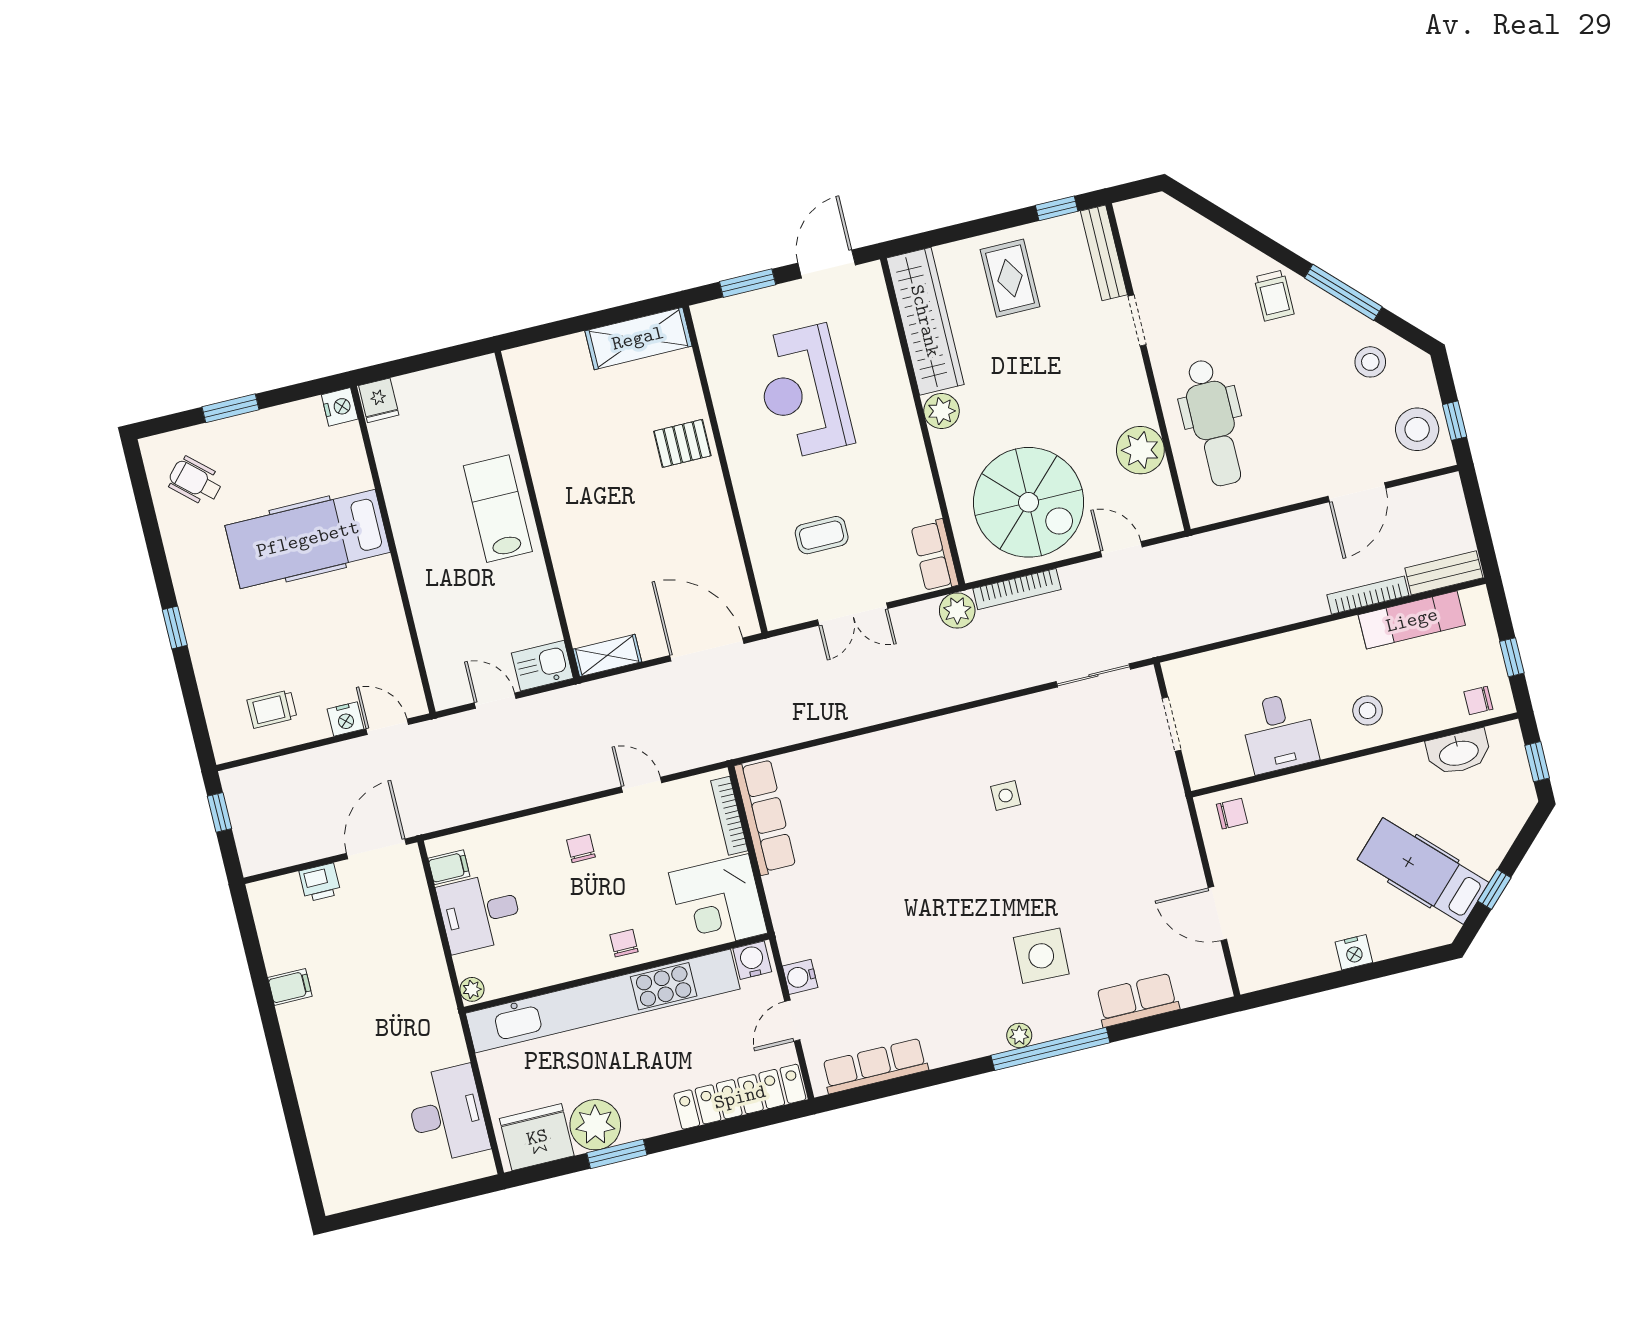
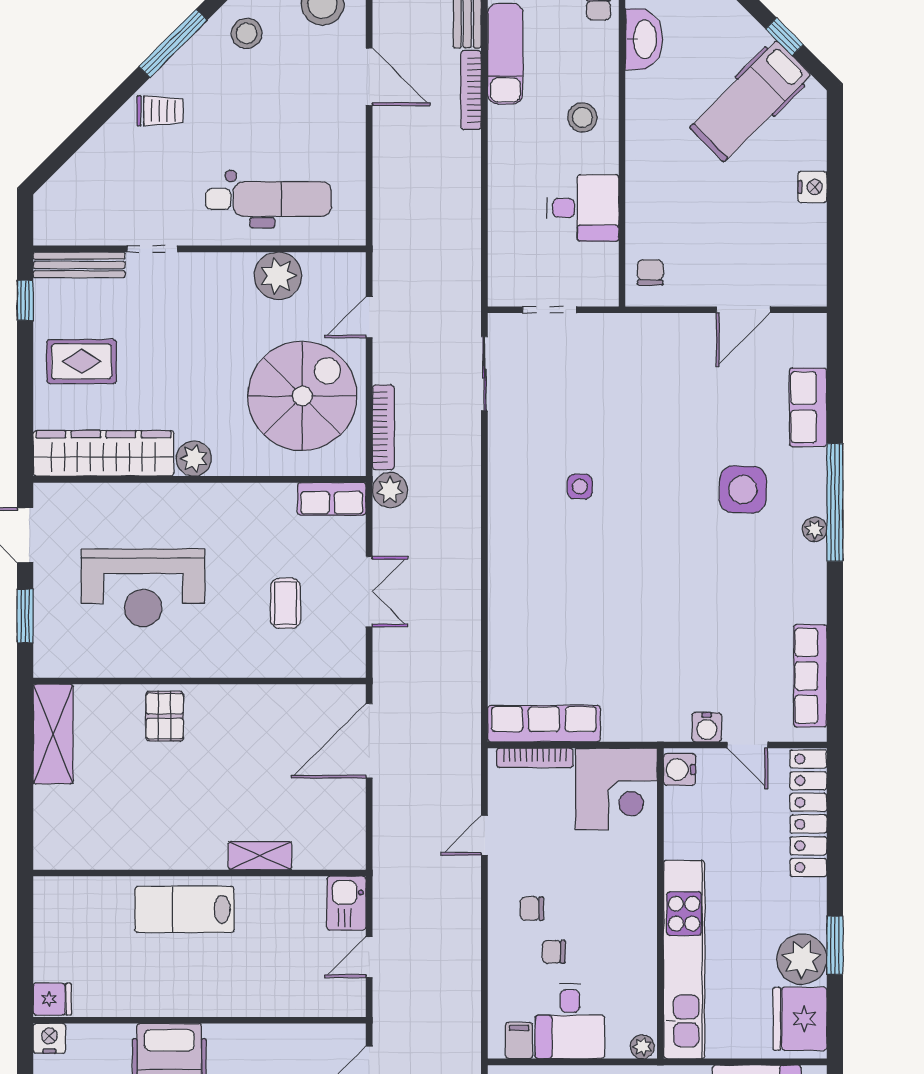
shelving: (607, 656) -> (260, 856), moved, turned 90
chair: (624, 943) -> (554, 952), moved
kitchen unit: (603, 1001) -> (684, 959), width x0.73

